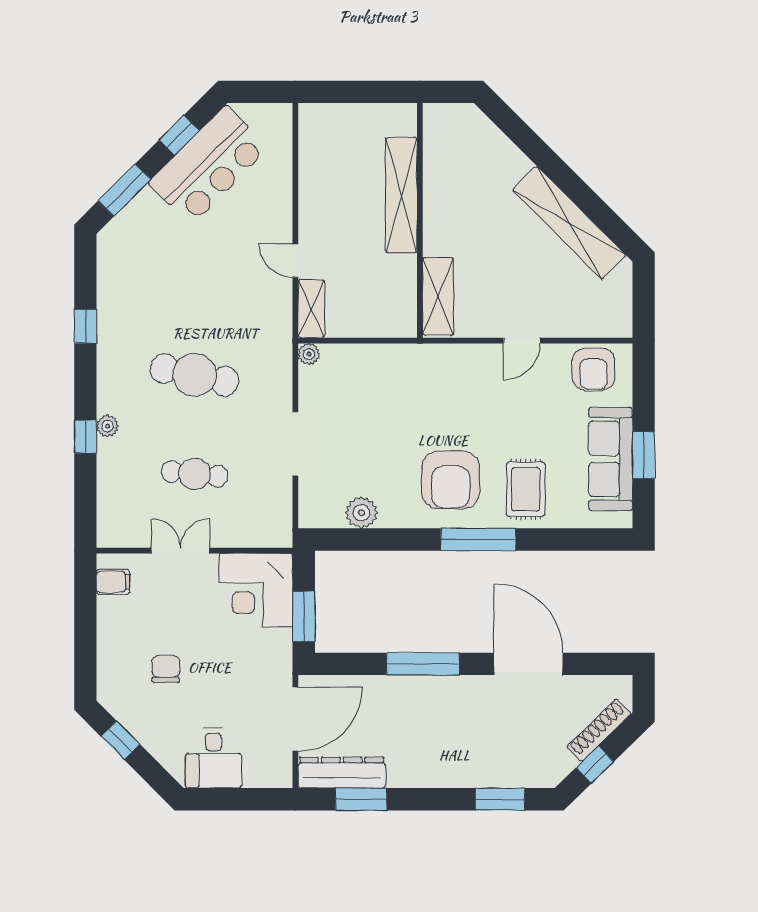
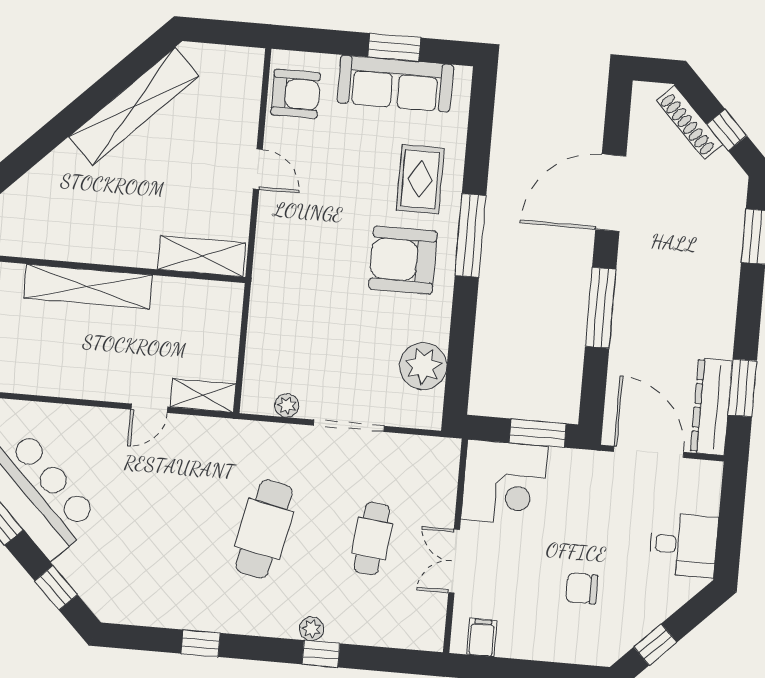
window: (124, 190) -> (56, 588), width x0.67
plant: (309, 354) -> (287, 405), moved
armchair: (451, 480) -> (403, 260), turned 180
rug: (526, 489) -> (420, 179), turned 90
plant: (361, 513) -> (423, 366), width x1.36, depth x1.36

